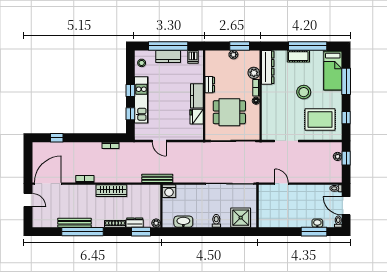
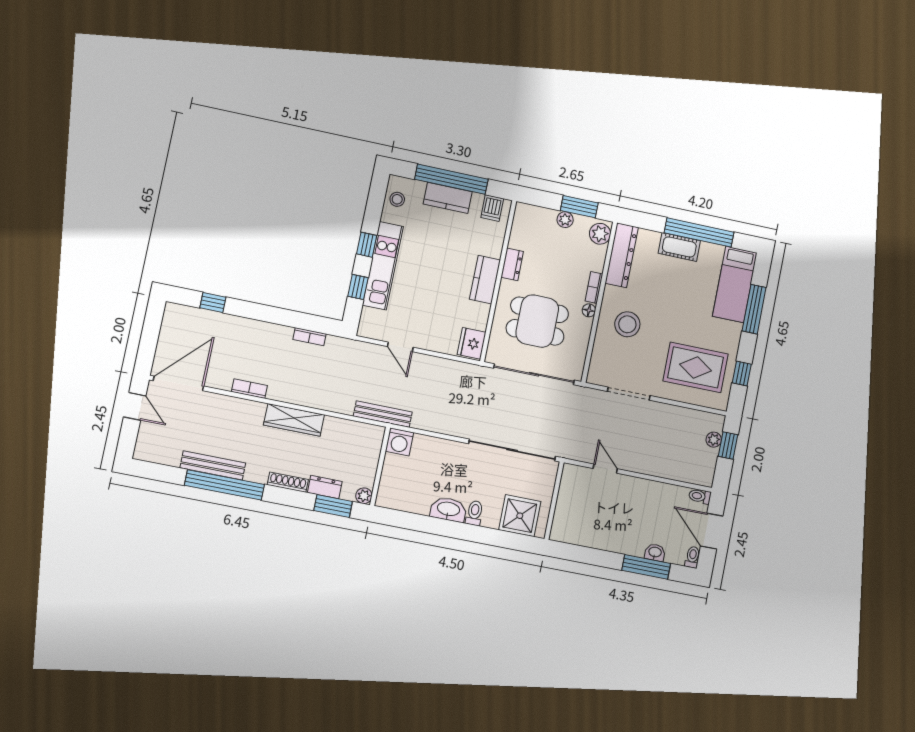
plant: (254, 73) -> (600, 234), moved
stool: (304, 92) -> (627, 324), moved
fridge: (197, 117) -> (471, 343), moved
washbasin: (183, 222) -> (448, 509), moved

